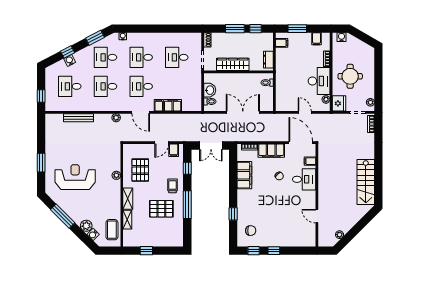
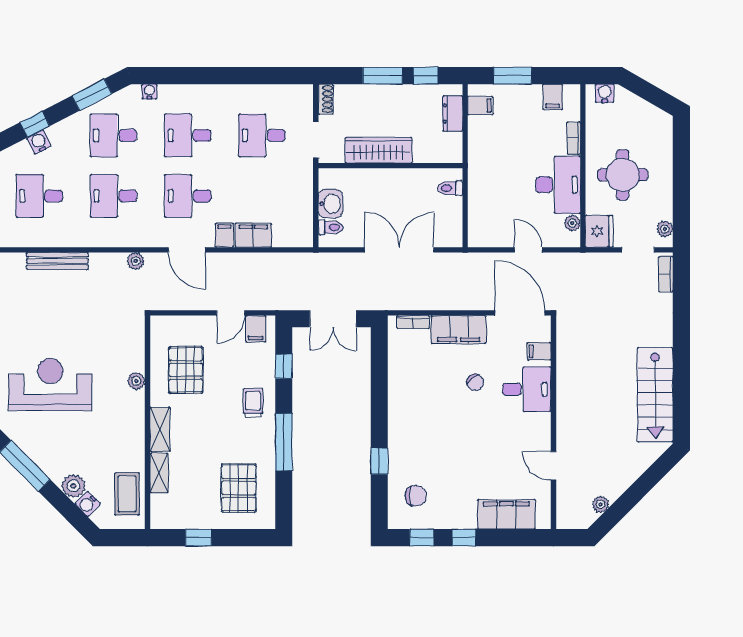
dresser: (268, 60) -> (453, 114), moved
filing cabinet: (244, 175) -> (506, 514), moved, turned -90
pallet: (161, 209) -> (239, 488), moved, turned 90

